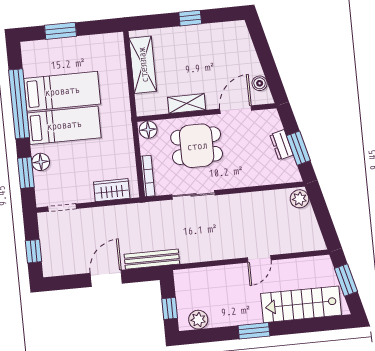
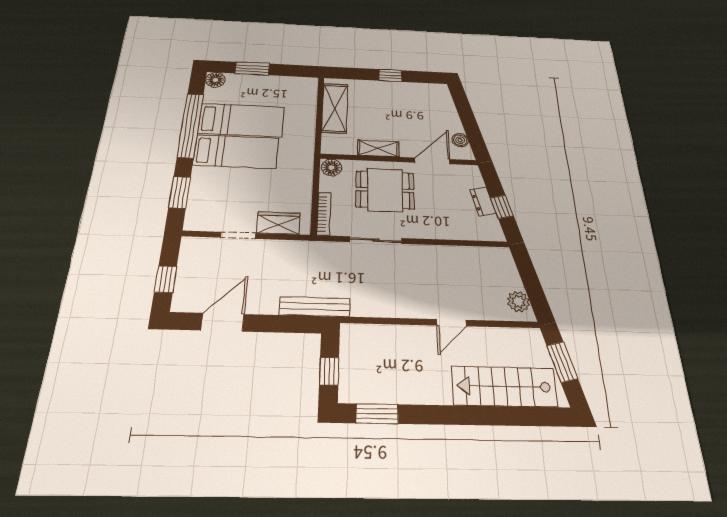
window: (298, 148) -> (502, 207), width x0.67
floor lamp: (41, 162) -> (215, 80), moved
plant: (299, 199) -> (518, 302), moved
doorway: (62, 208) -> (238, 235), moved
door: (106, 278) -> (223, 322), moved
plant: (198, 320) -> (366, 391), removed
window: (254, 331) -> (377, 414), moved

